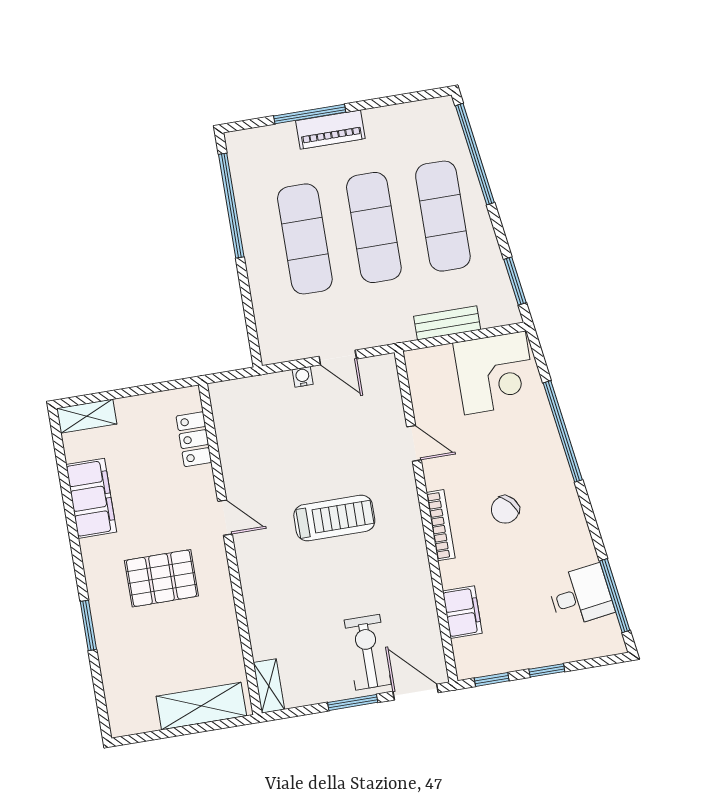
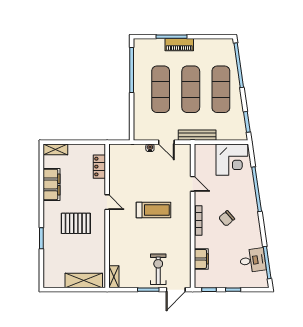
bench: (447, 323) -> (197, 135), moved, width x1.36
door: (416, 692) -> (176, 290), swing flipped

